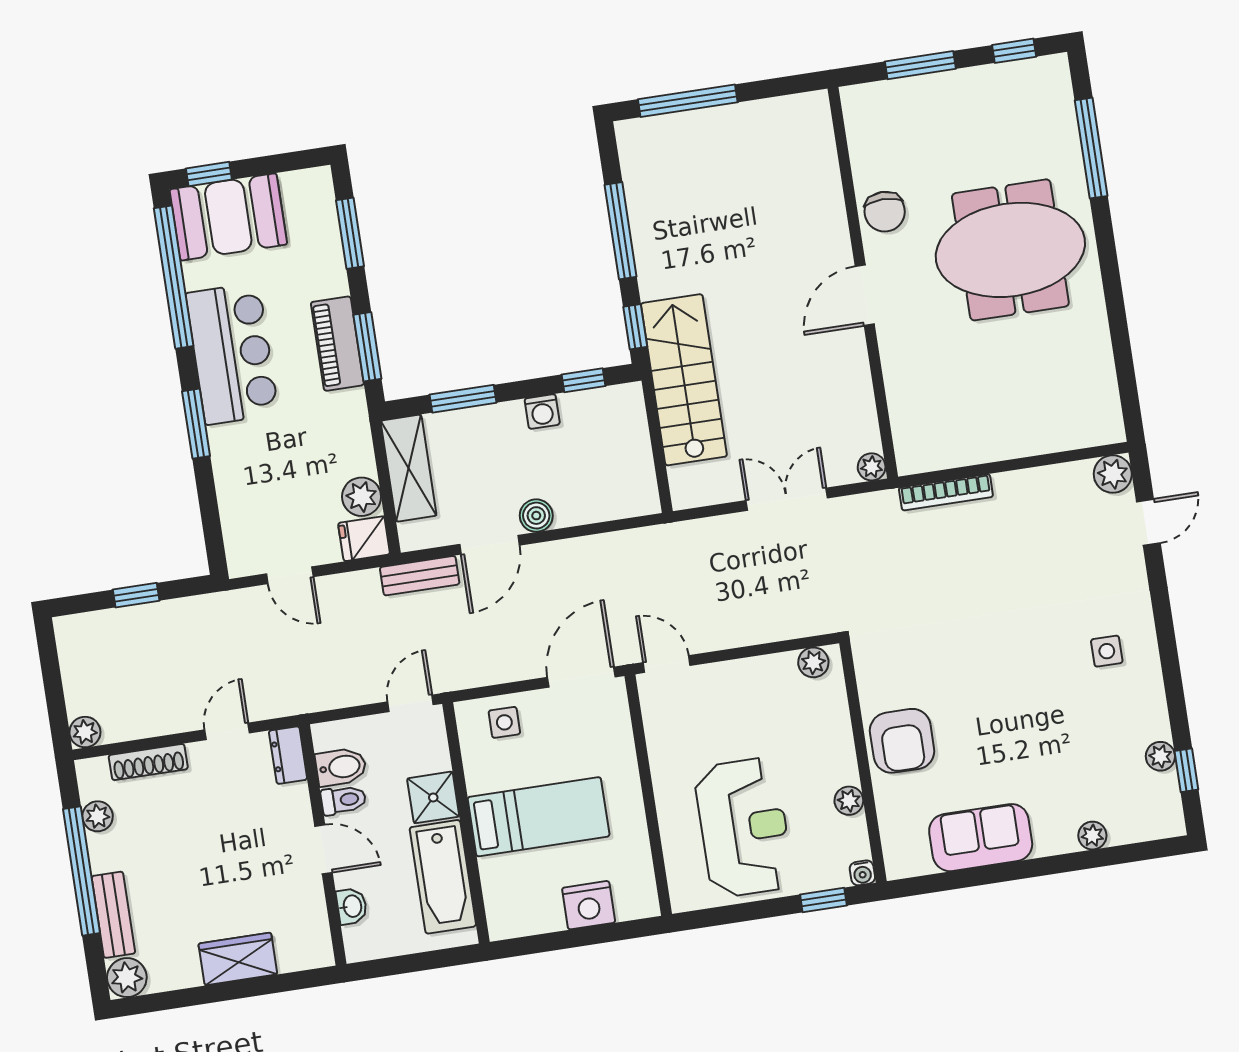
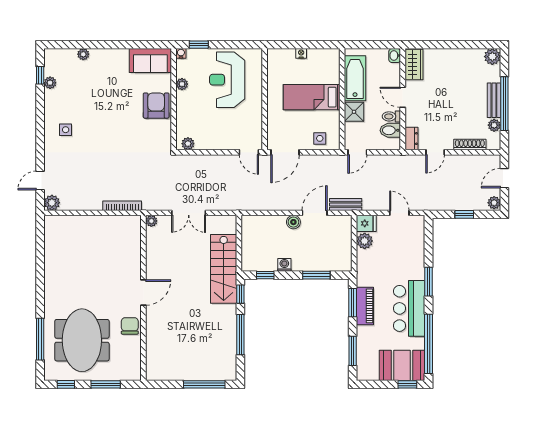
meeting table: (1010, 250) -> (82, 340), moved, turned 90
shelving: (409, 468) -> (343, 250), removed
door: (55, 696) -> (504, 178), added
plant: (85, 732) -> (494, 203), moved
sofa: (981, 838) -> (150, 60), moved
nightstand: (589, 905) -> (301, 53), width x0.53, depth x0.56
washbasin: (352, 906) -> (395, 56), moved
bench: (113, 915) -> (494, 100), moved
wardrobe: (238, 959) -> (414, 65), moved, turned -90

